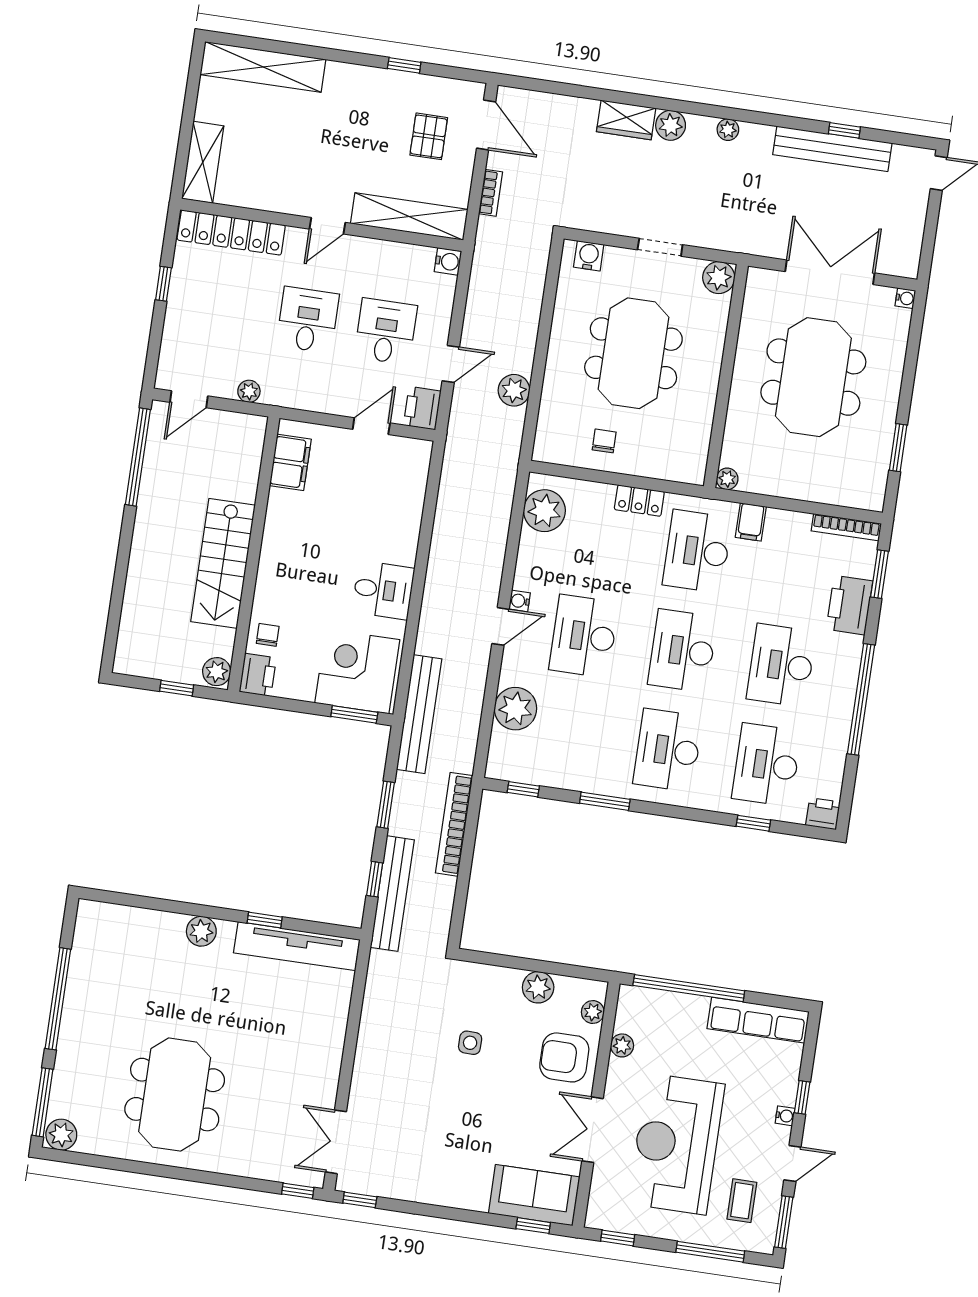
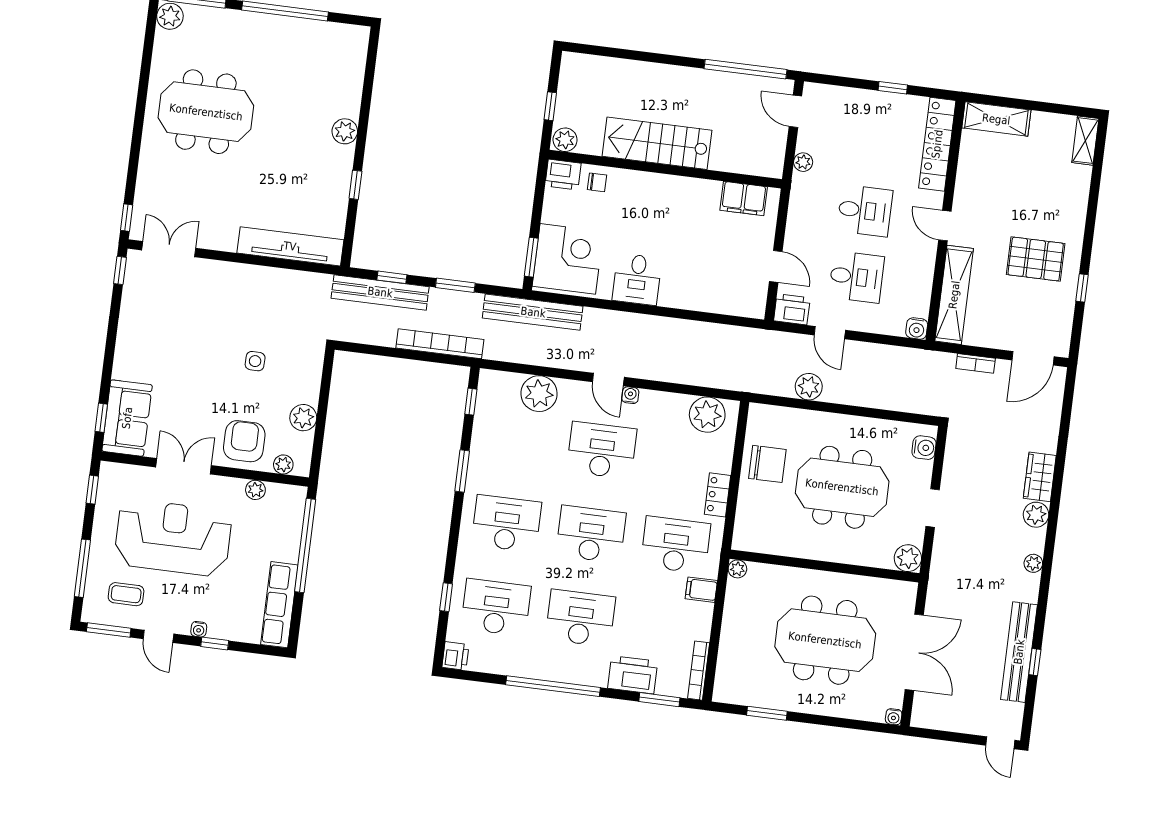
shelving: (263, 67) -> (1085, 141), width x0.45, depth x0.75
pallet: (429, 136) -> (1036, 259), moved, width x1.50, depth x1.42
chair: (604, 441) -> (767, 464), width x1.87, depth x1.87
tv unit: (297, 946) -> (290, 246), moved, turned 90

